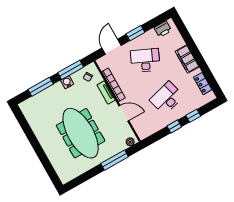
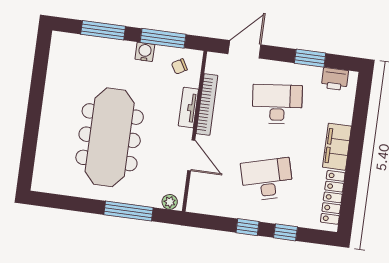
window: (135, 33) -> (310, 58), moved
desk: (145, 60) -> (277, 104), turned -30
locker: (203, 84) -> (333, 197), width x1.53

